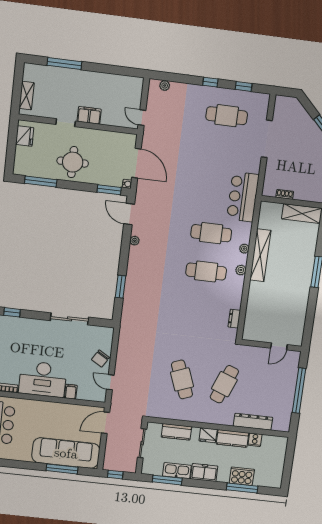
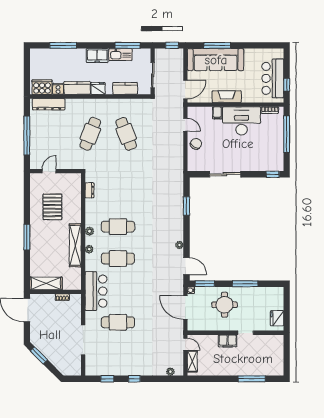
shelving: (27, 95) -> (192, 361), moved
cafe table: (227, 116) -> (118, 322), moved
round table: (73, 162) -> (225, 305), moved
window: (41, 182) -> (245, 284), moved
pallet: (281, 304) -> (52, 207), added
fireplace: (57, 409) -> (227, 97), added
dresser: (253, 422) -> (49, 104), moved
cooker: (242, 476) -> (42, 87), moved, turned 180

